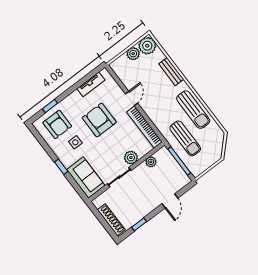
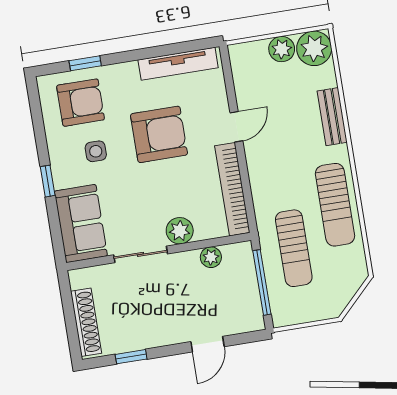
tv unit: (91, 84) -> (178, 64), width x1.41
armchair: (99, 120) -> (159, 134), turned 90
armchair: (57, 124) -> (81, 103), turned -90

